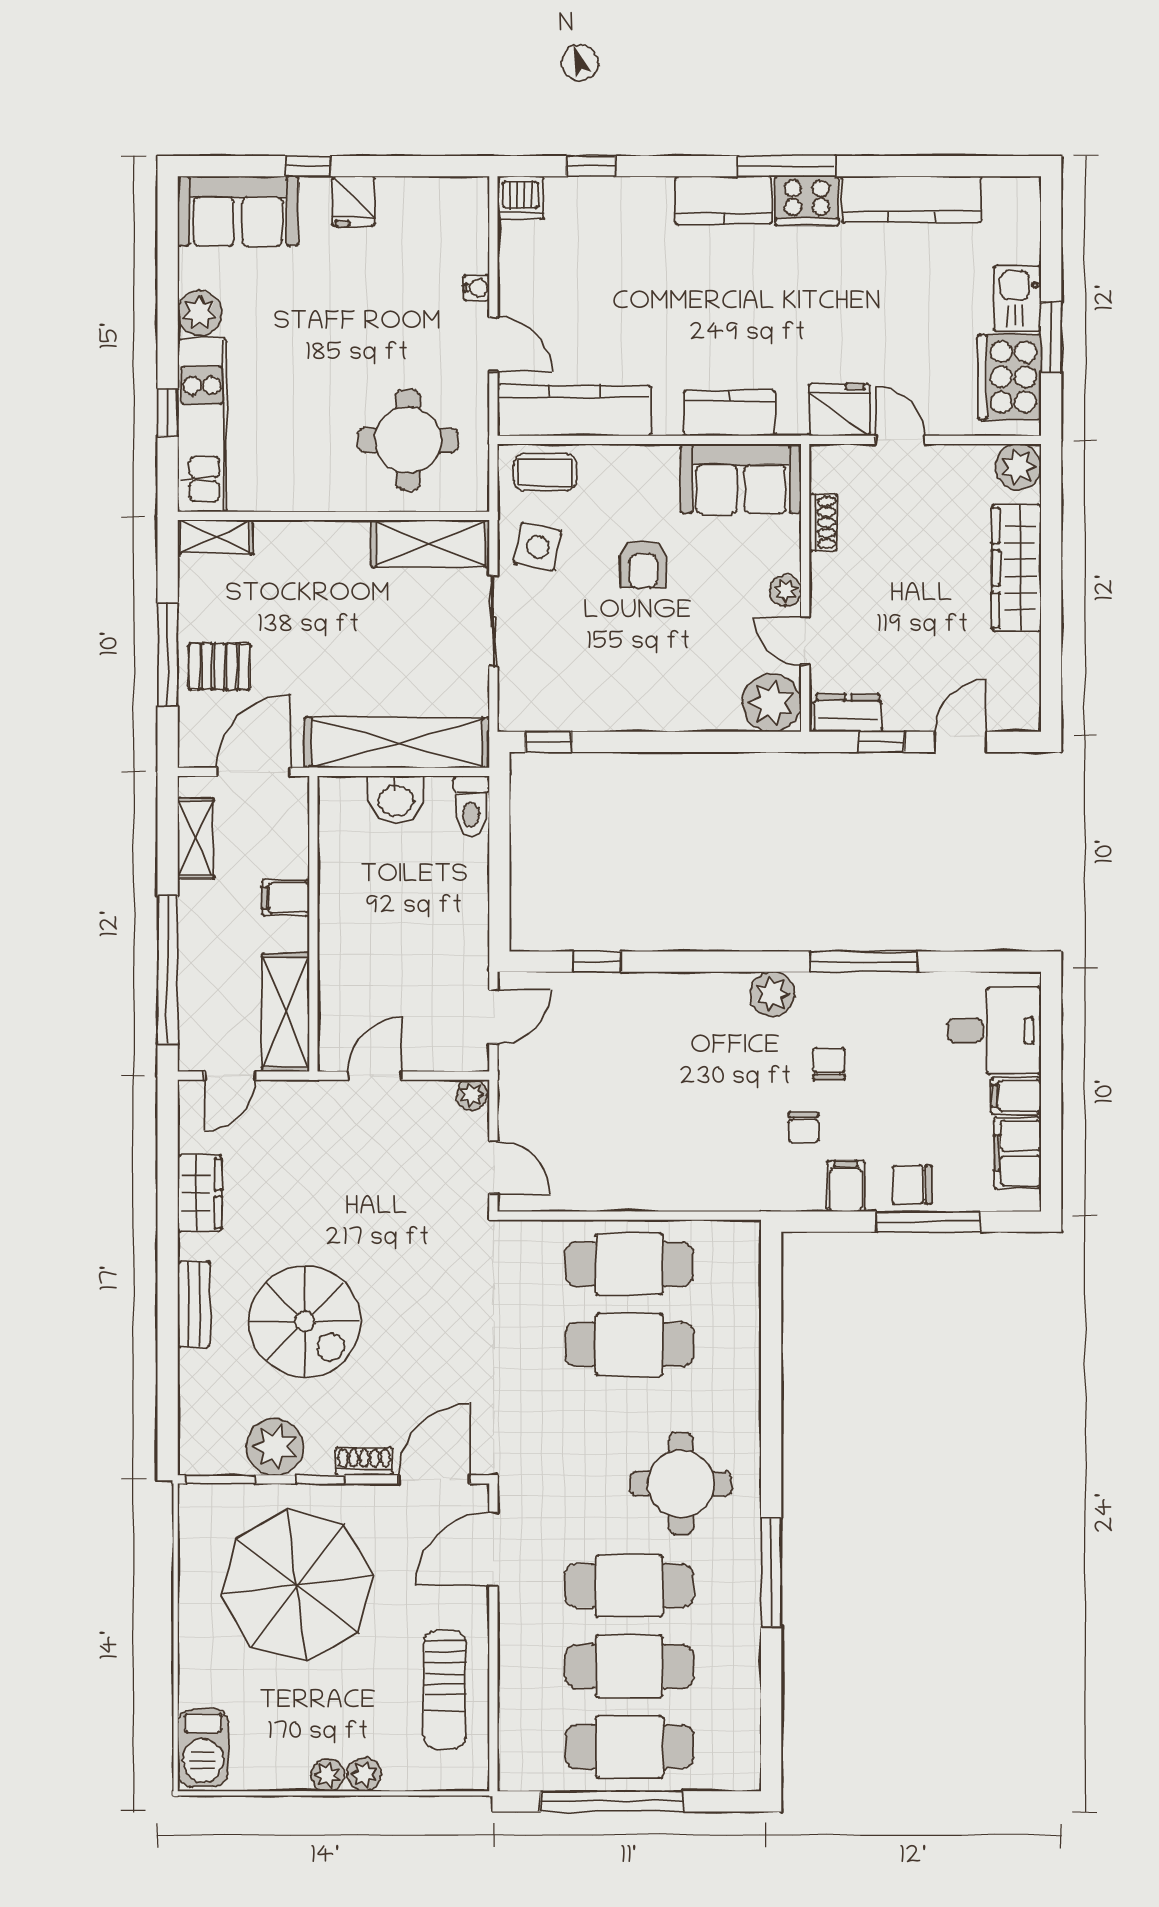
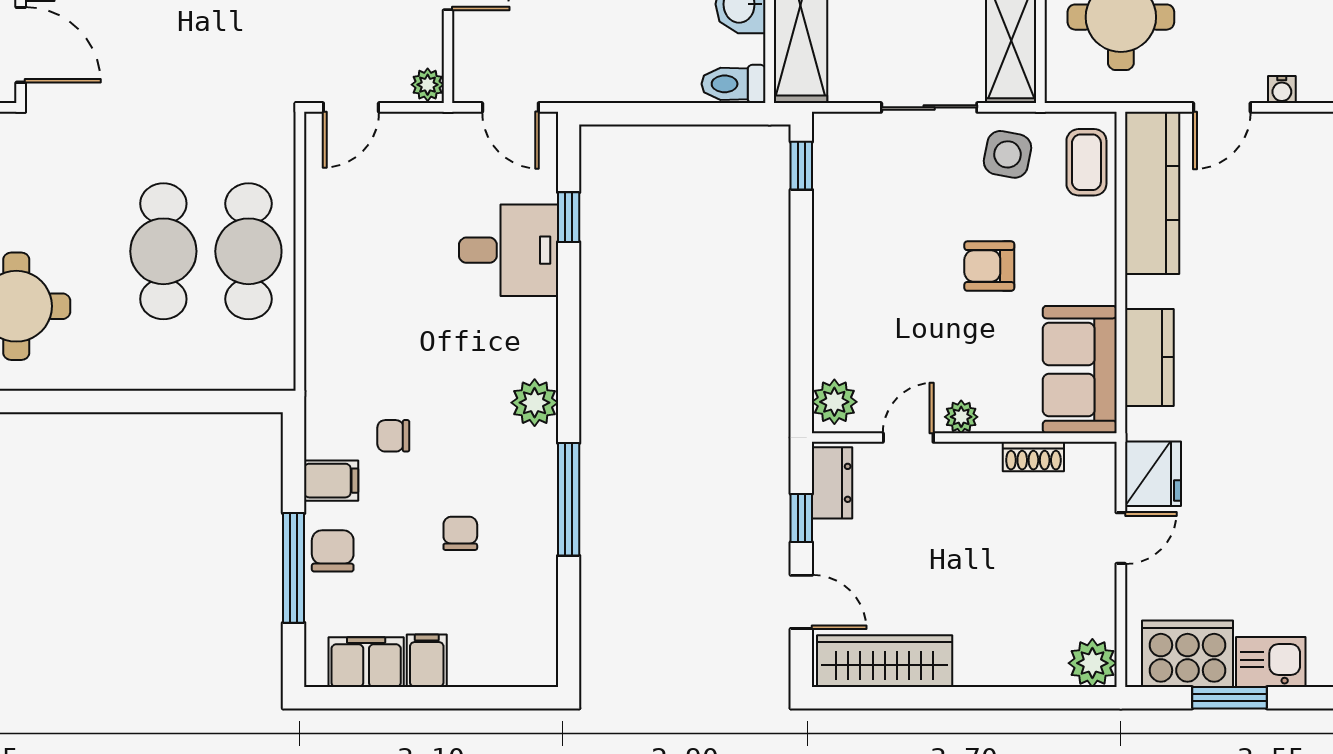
wardrobe: (1016, 568) -> (885, 661), moved
plant: (771, 703) -> (834, 402), width x0.73, depth x0.73
desk: (994, 1030) -> (509, 250), moved, turned -90
chair: (829, 1064) -> (460, 533), moved, turned -90

